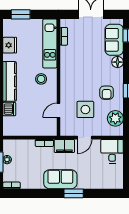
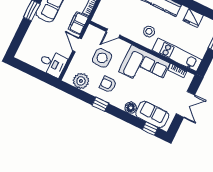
corner sofa: (75, 67) -> (144, 67), added
door: (59, 110) -> (113, 33), swing flipped

